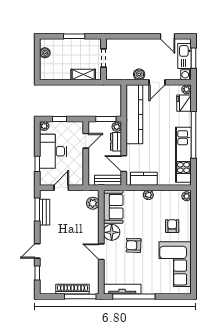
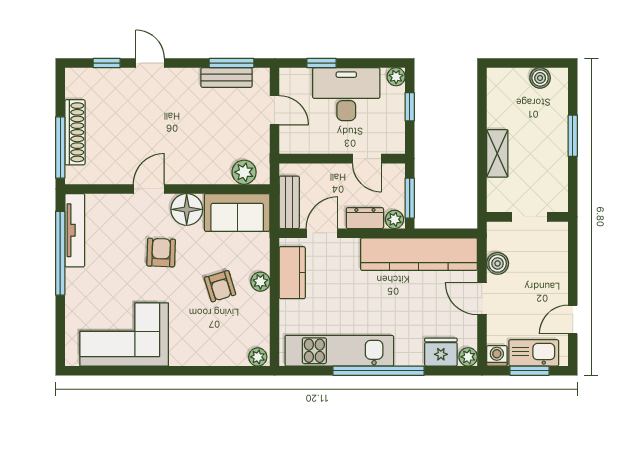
doorway: (104, 58) -> (530, 217), moved
wall: (104, 59) -> (527, 217), moved
armchair: (172, 226) -> (220, 286), moved, turned 73

